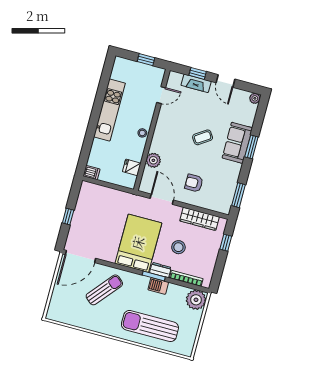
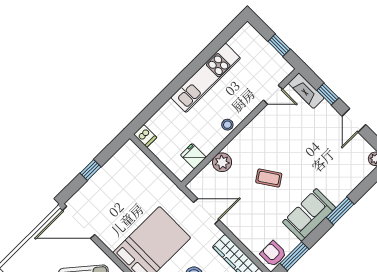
fireplace: (196, 83) -> (306, 91), moved
coffee table: (203, 137) -> (269, 178), moved
sofa: (237, 143) -> (309, 215), moved
armchair: (194, 183) -> (273, 254), moved
door: (162, 199) -> (206, 211), hinge flipped

